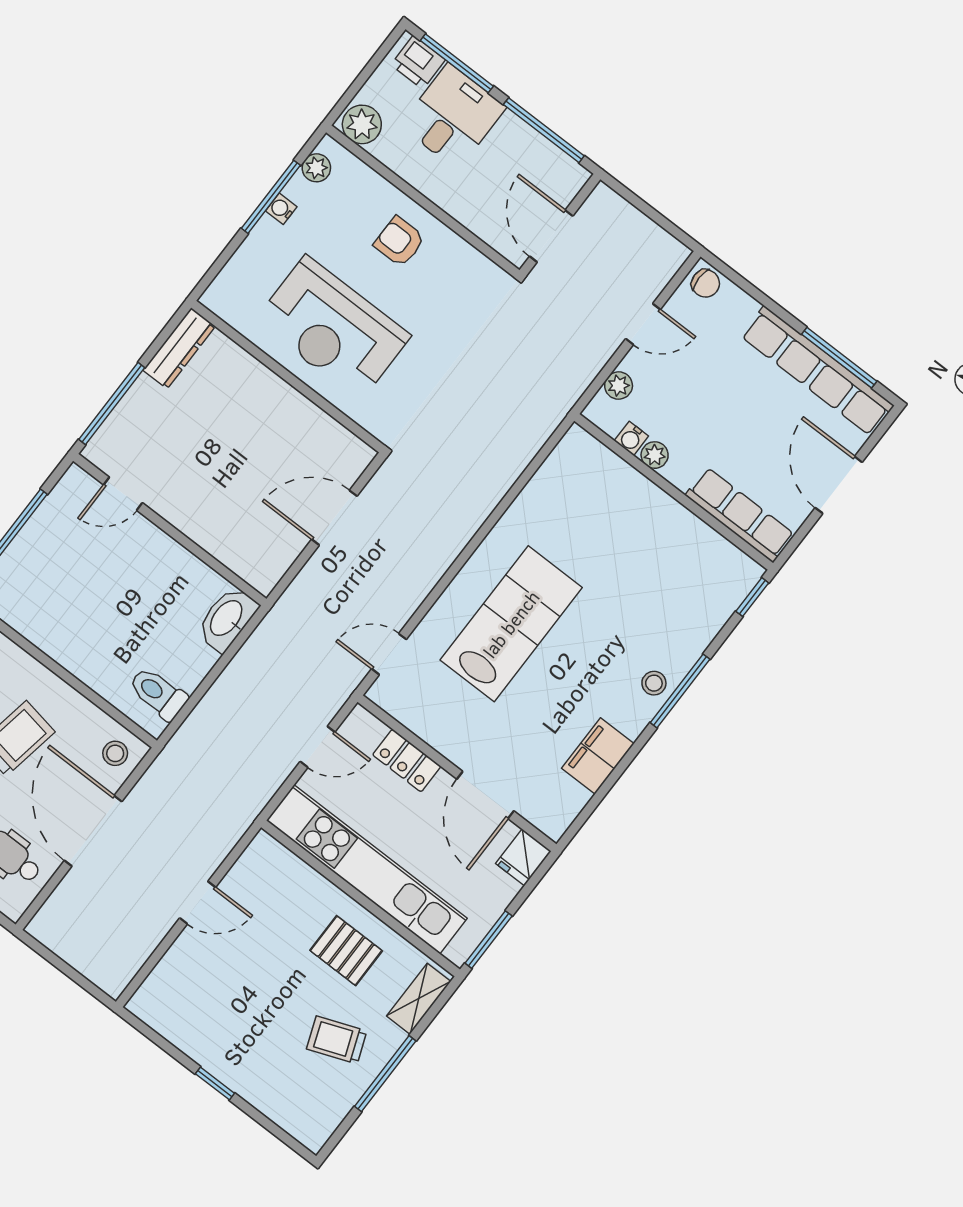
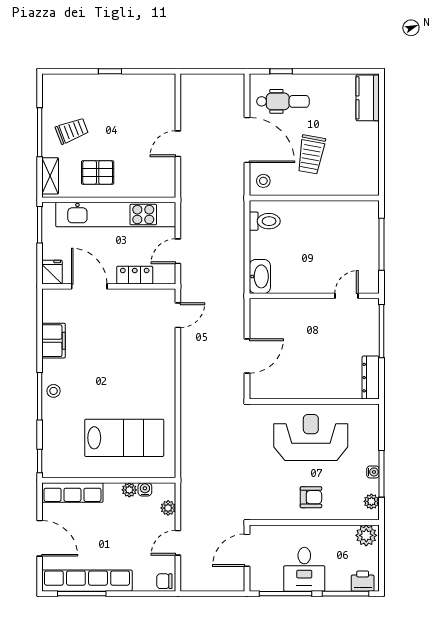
desk: (453, 117) -> (304, 569), moved
door: (551, 236) -> (247, 550), swing flipped
lab bench: (511, 624) -> (124, 438), moved, turned -90

